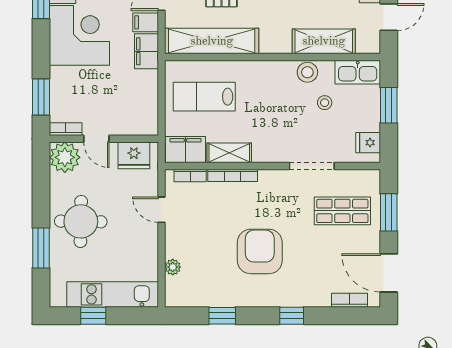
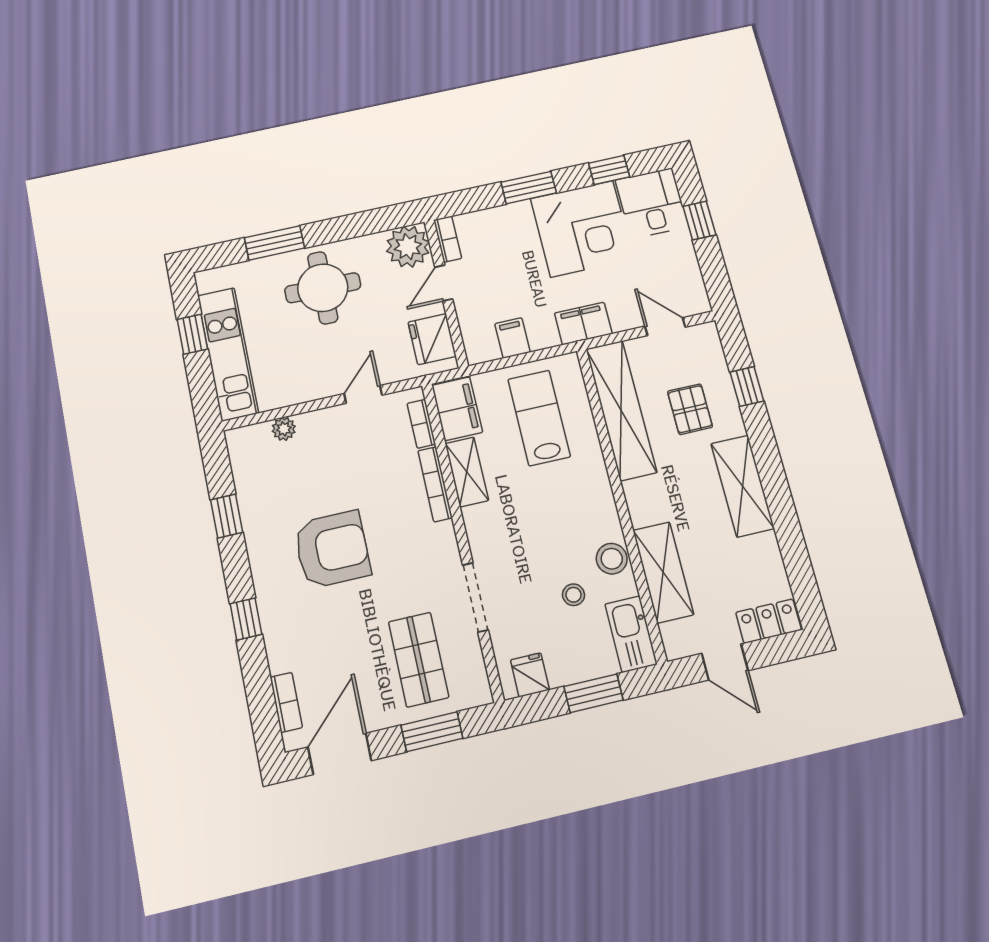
filing cabinet: (146, 22) -> (513, 338), moved
window: (41, 97) -> (529, 187), moved

